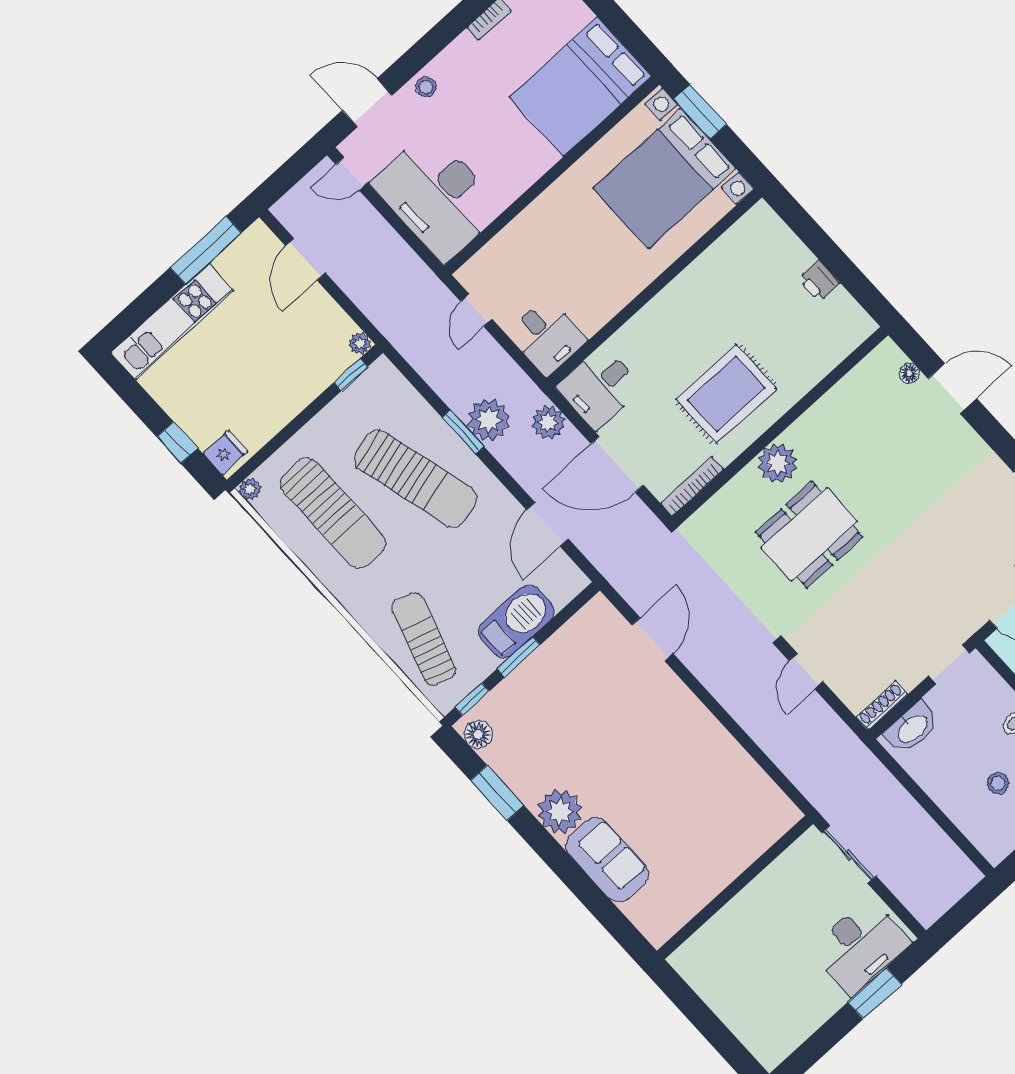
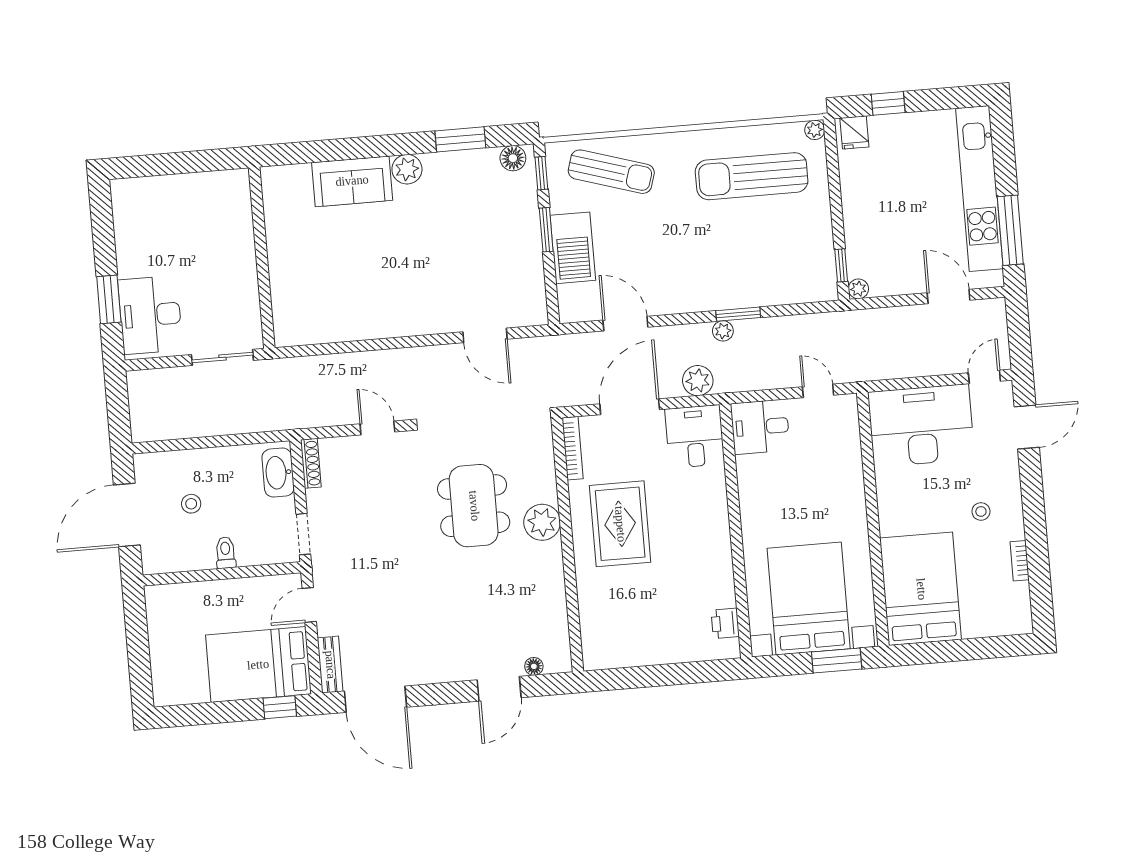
stool: (426, 87) -> (981, 511), moved
printer: (819, 281) -> (725, 623), moved, turned -90
kitchen unit: (172, 322) -> (979, 189), width x1.36
plant: (489, 420) -> (723, 331), width x0.53, depth x0.53
sun lounger: (415, 479) -> (731, 254), removed
plant: (560, 811) -> (407, 169), width x0.73, depth x0.73

